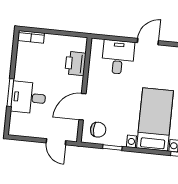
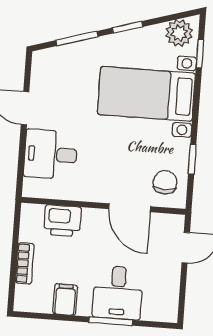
bookcase: (31, 37) -> (25, 263), moved
filing cabinet: (25, 64) -> (65, 300), added

